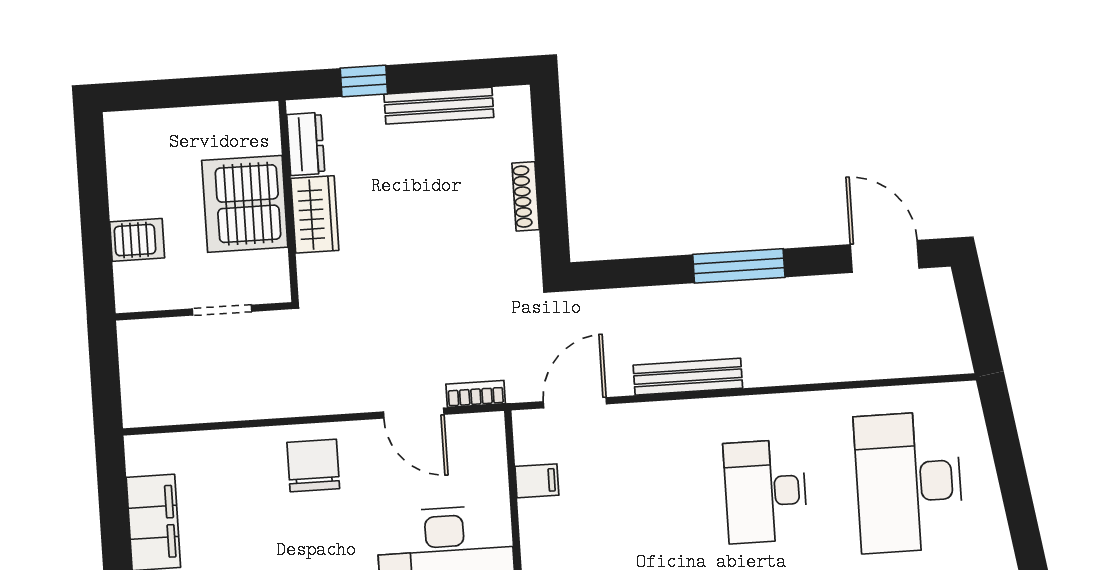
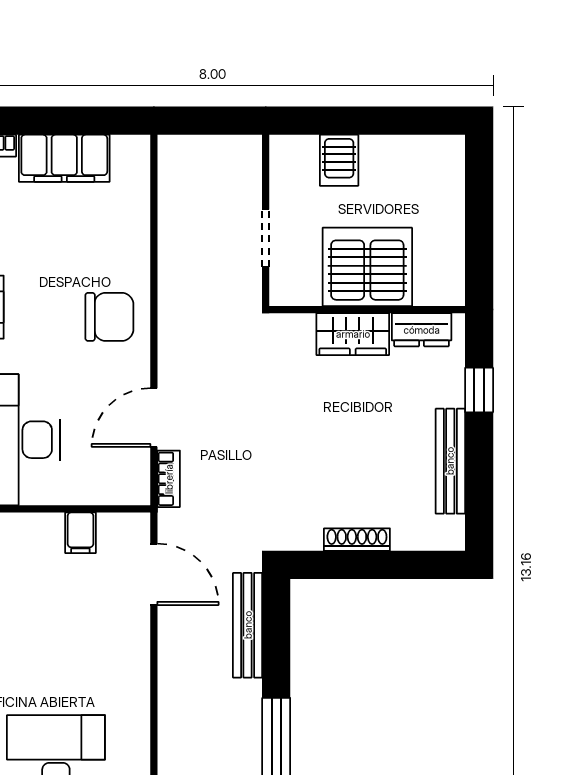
bench: (688, 377) -> (248, 625), moved

